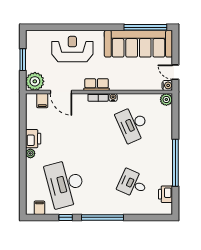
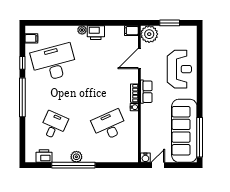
plant: (166, 99) -> (76, 157), moved
filing cabinet: (42, 101) -> (131, 31), moved

